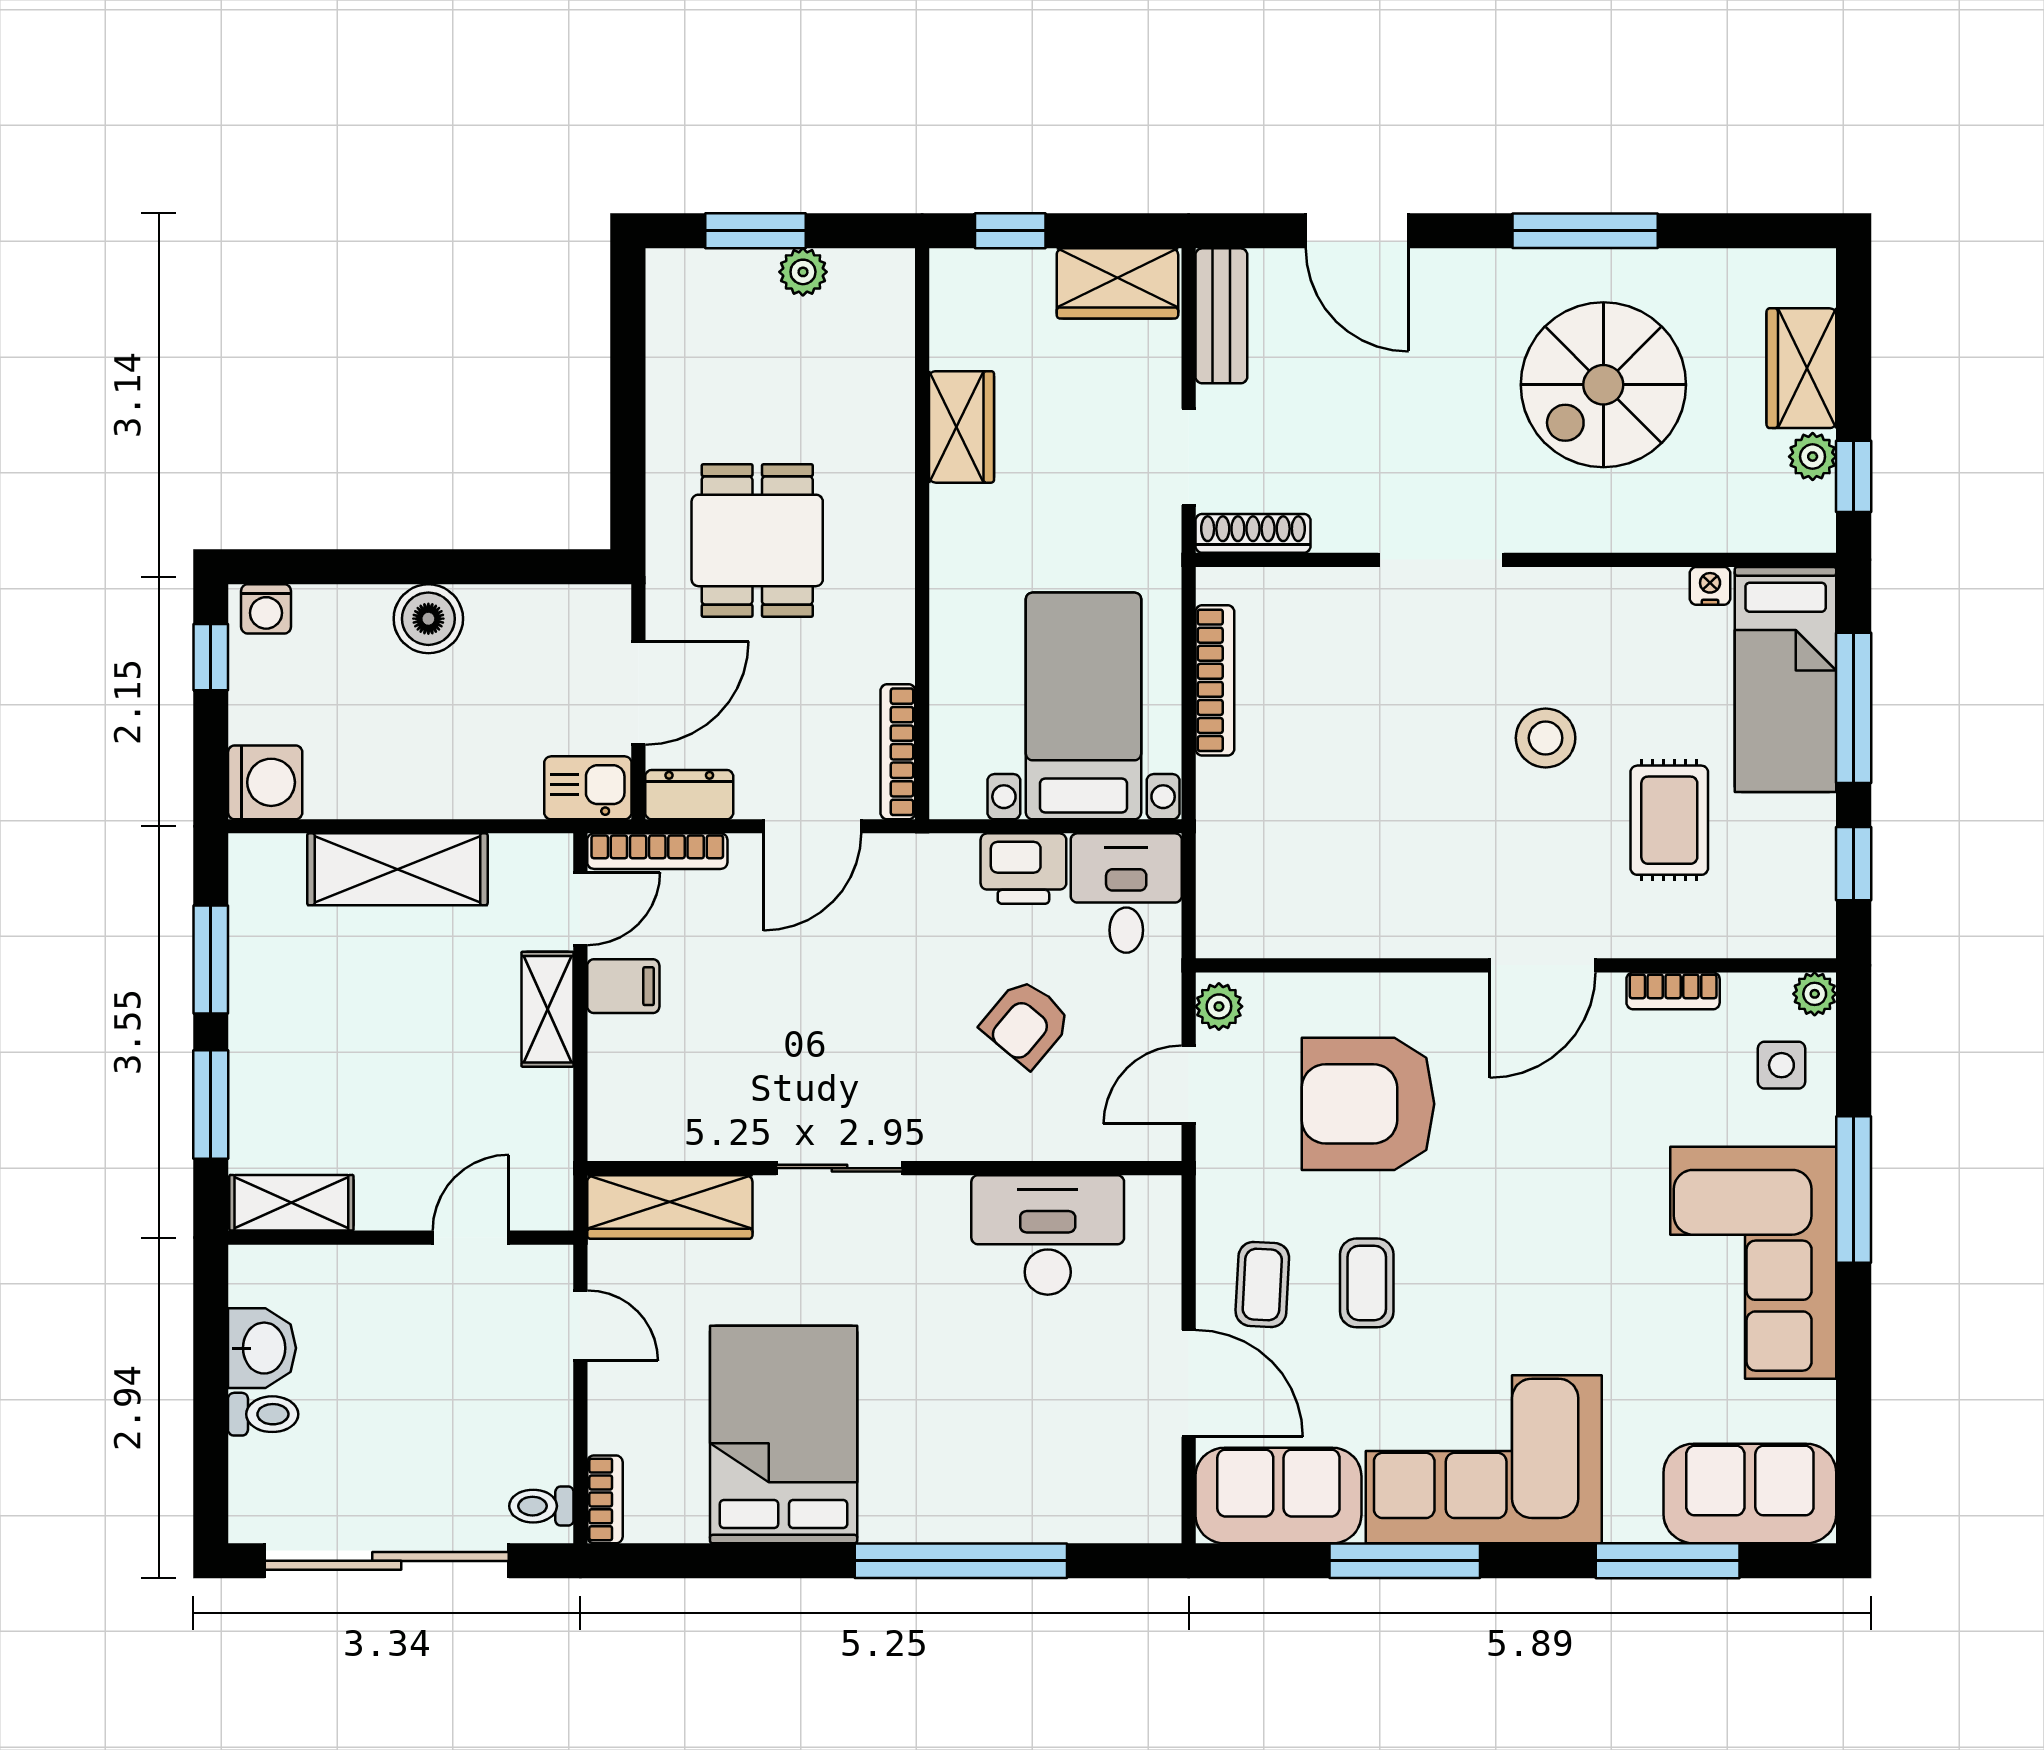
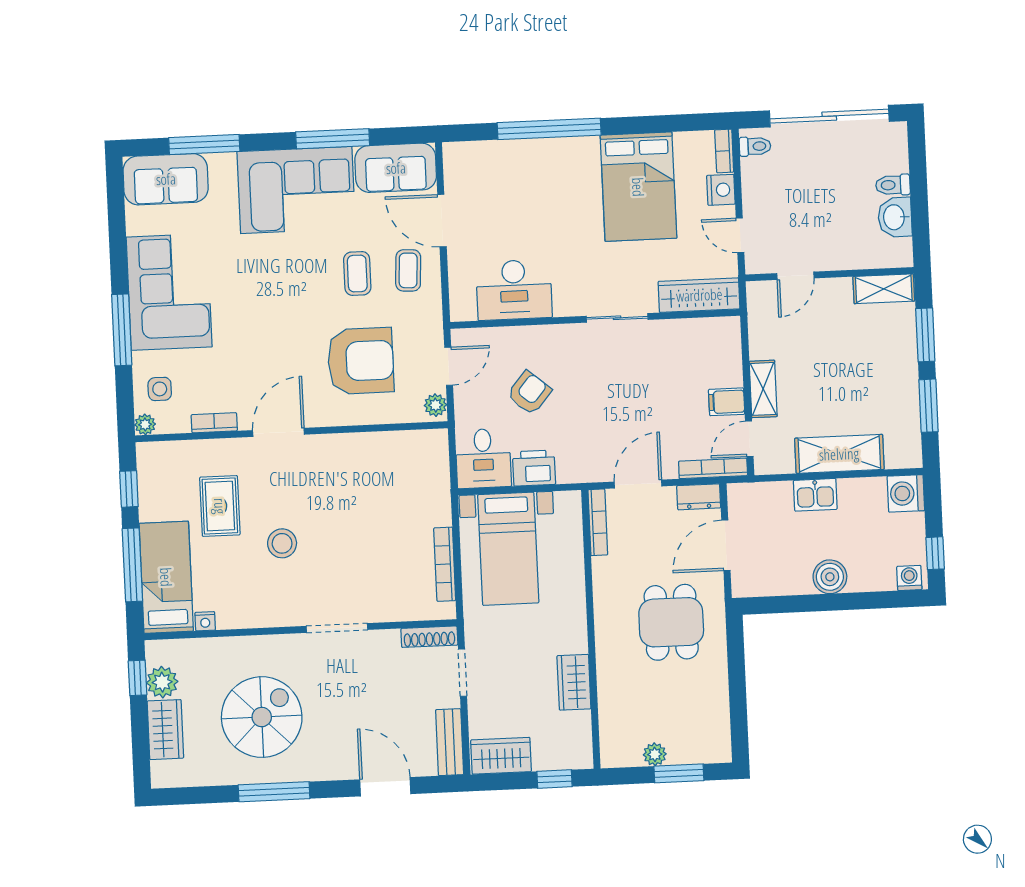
plant: (1813, 457) -> (162, 682), width x1.38, depth x1.38
kitchen sink: (588, 788) -> (815, 495), moved
nightstand: (615, 1420) -> (721, 190), added

